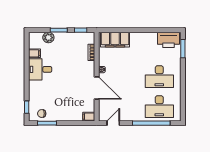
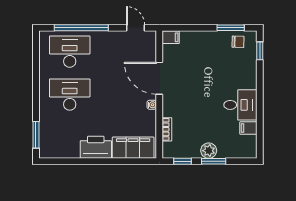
plant: (48, 38) -> (209, 151), moved
printer: (169, 40) -> (96, 147), moved
door: (113, 123) -> (136, 28), swing flipped

